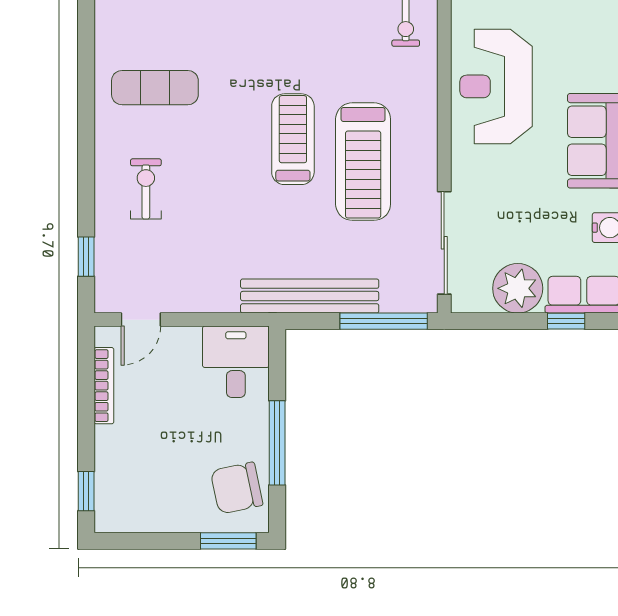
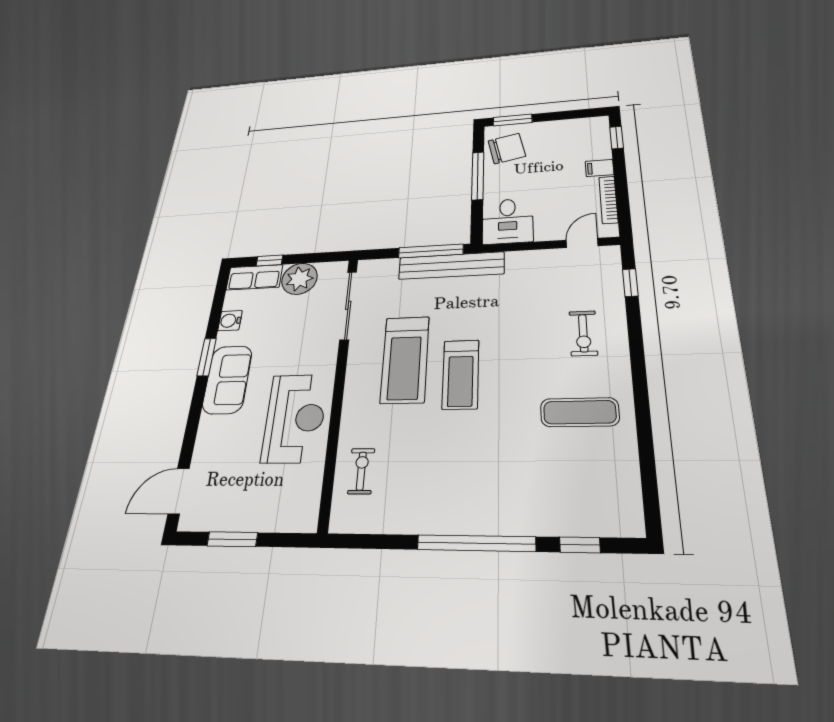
treadmill: (363, 162) -> (405, 359), turned 180
window: (384, 321) -> (431, 251), moved
filing cabinet: (112, 440) -> (599, 168), added

